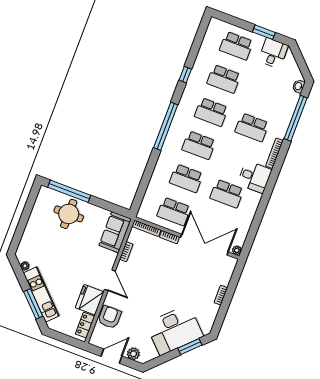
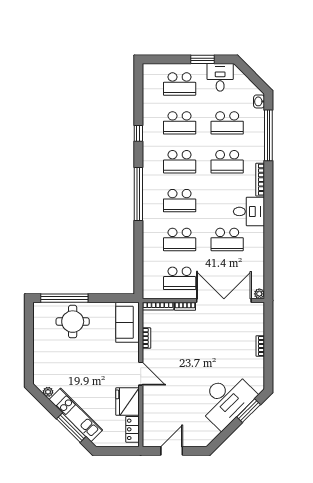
school desk: (264, 94) -> (227, 123), added
armchair: (110, 317) -> (155, 412), removed
plant: (133, 354) -> (193, 440), removed

